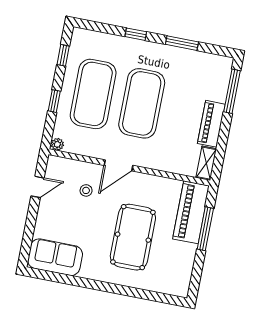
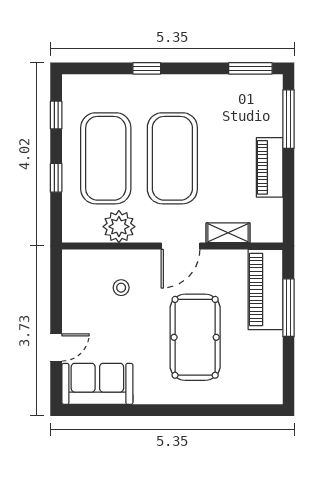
window: (182, 43) -> (250, 68), moved
plant: (57, 144) -> (119, 227), moved, width x1.88, depth x1.88
shelving: (206, 163) -> (228, 233), moved, turned 90
door: (119, 165) -> (181, 246), moved
door: (38, 187) -> (56, 347), moved

